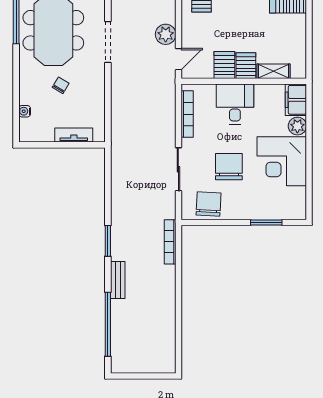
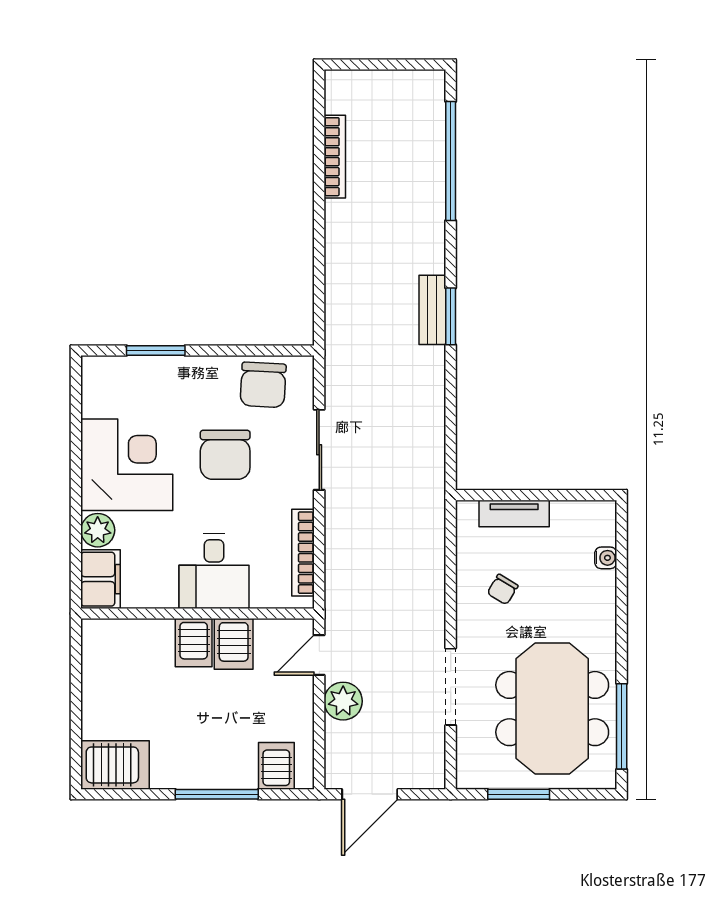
shelving: (274, 71) -> (142, 632), removed
chair: (61, 85) -> (503, 589), moved
bookcase: (170, 242) -> (335, 157), moved
bench: (118, 280) -> (432, 310), moved

